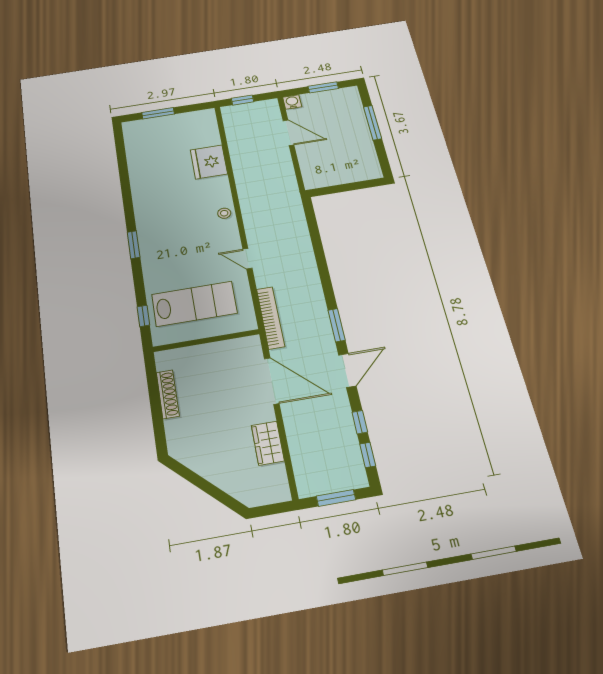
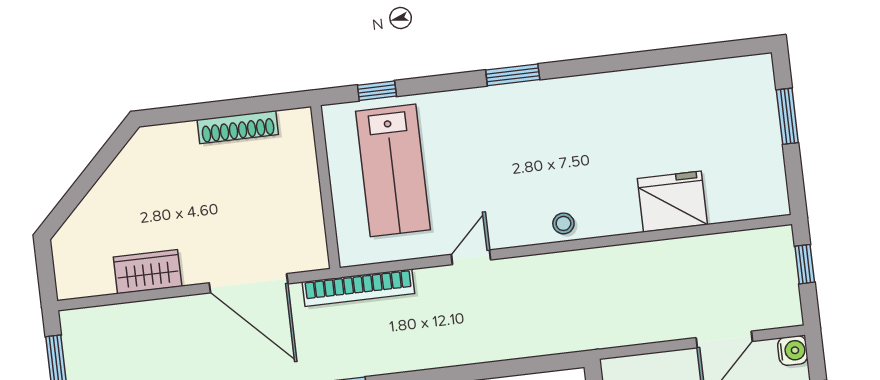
door: (272, 381) -> (249, 283), hinge flipped

